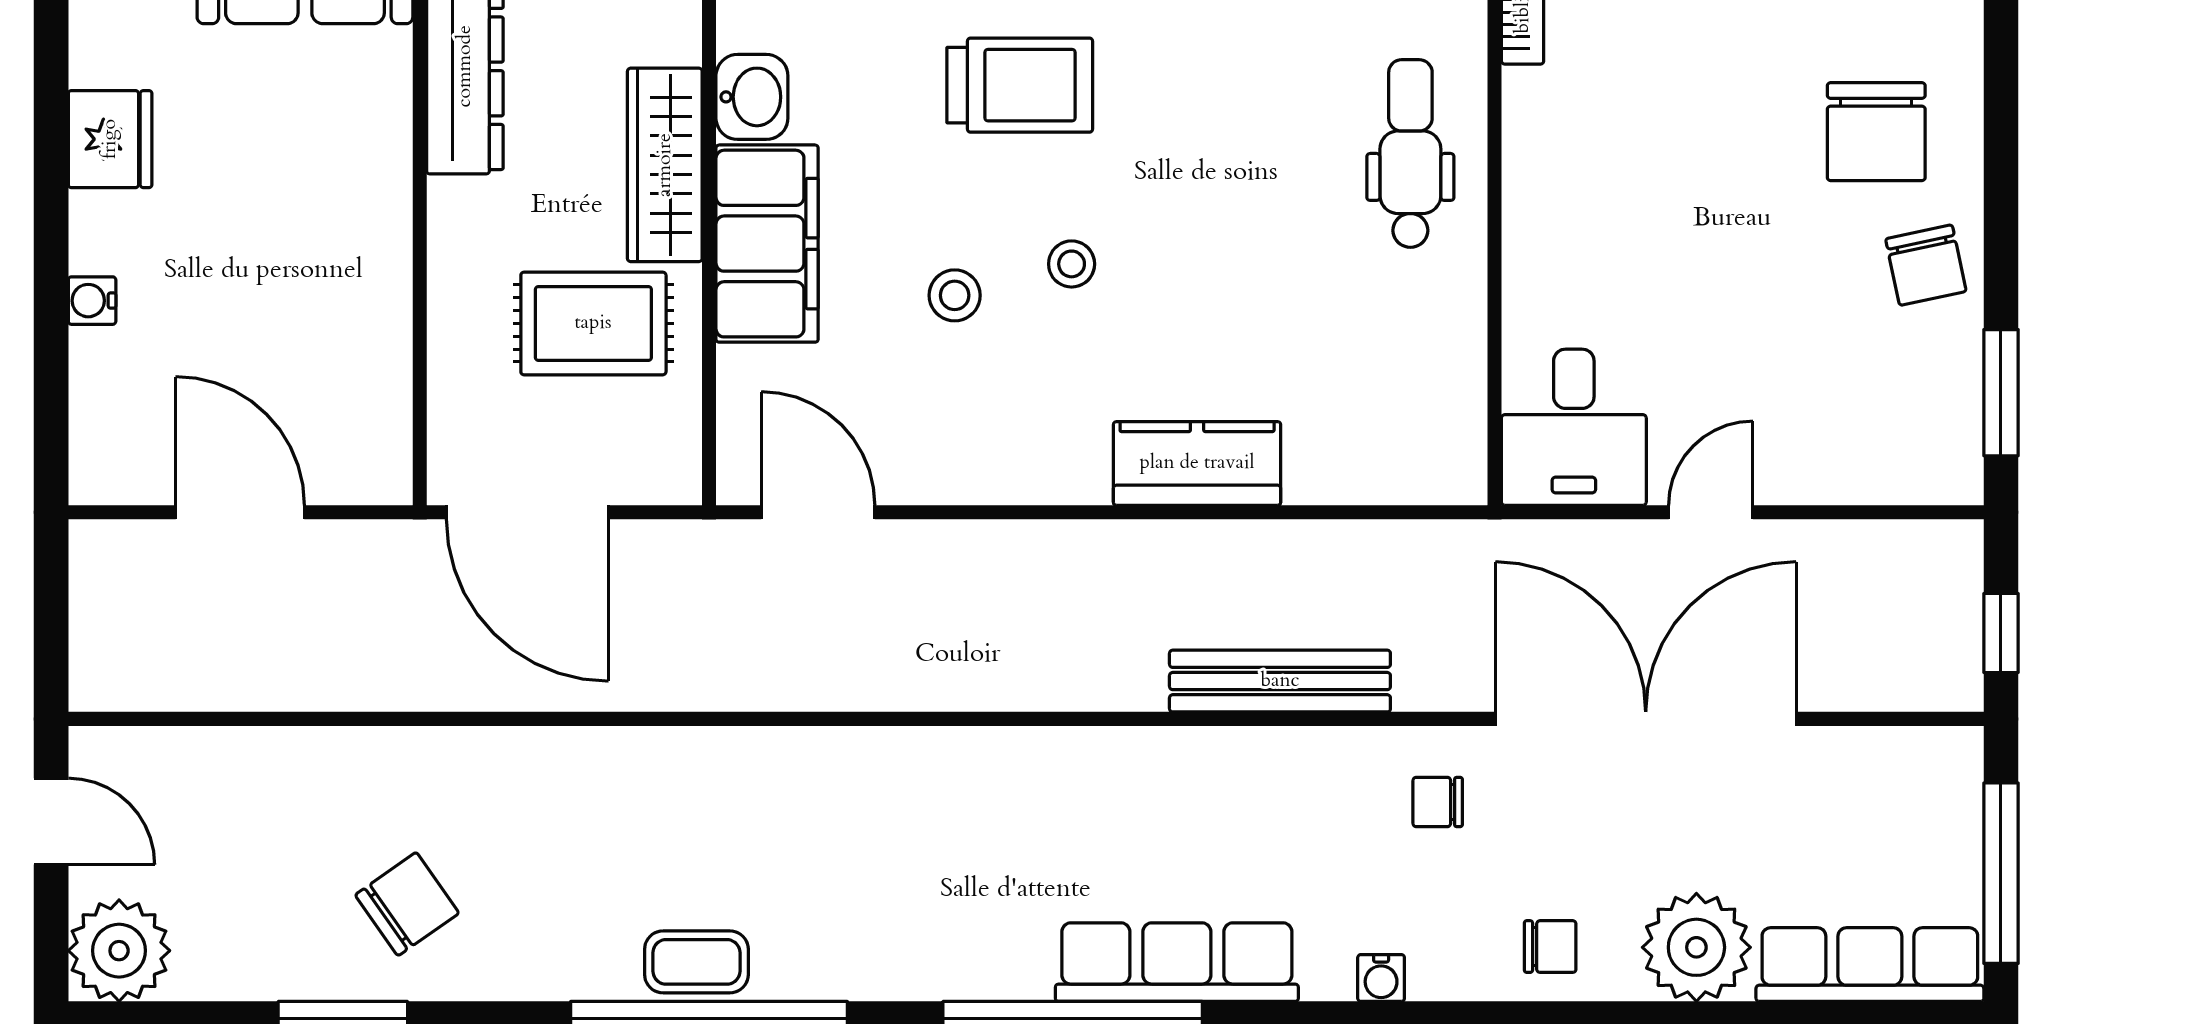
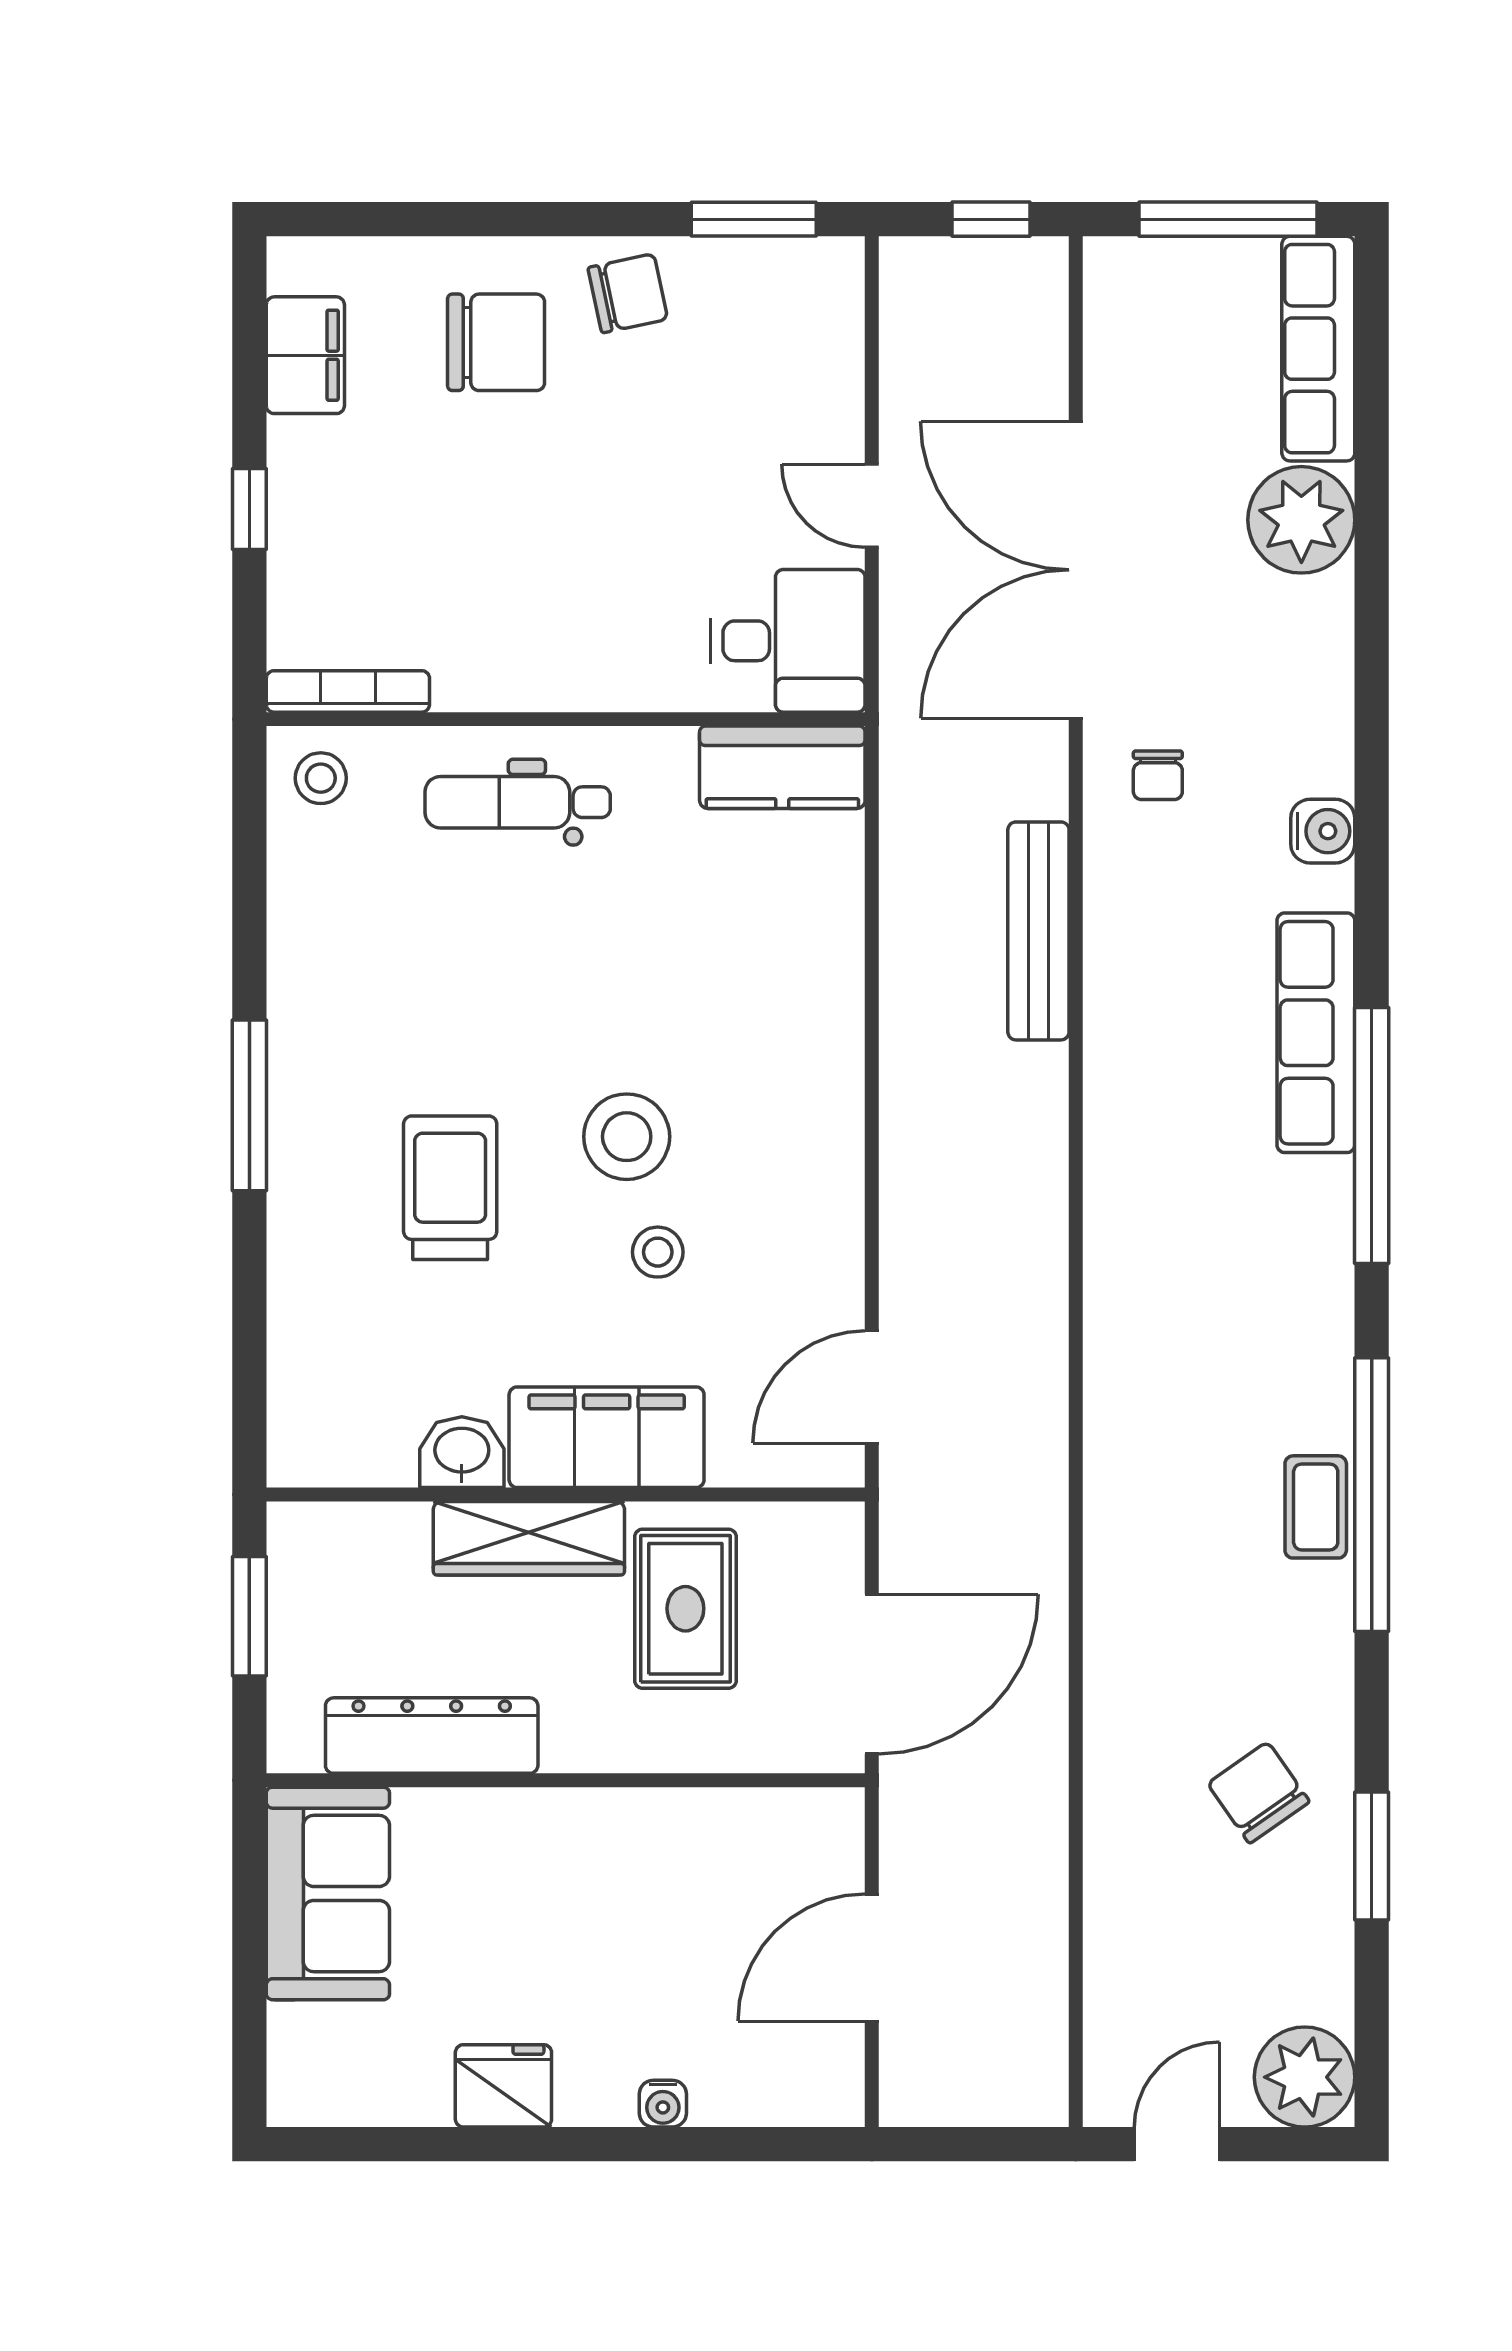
stool: (1072, 264) -> (627, 1137), width x1.89, depth x1.89
kitchen counter: (1197, 463) -> (782, 767), moved, turned -90
chair: (1550, 947) -> (1301, 664), removed
water cooler: (1381, 978) -> (1323, 831), width x1.38, depth x1.38

